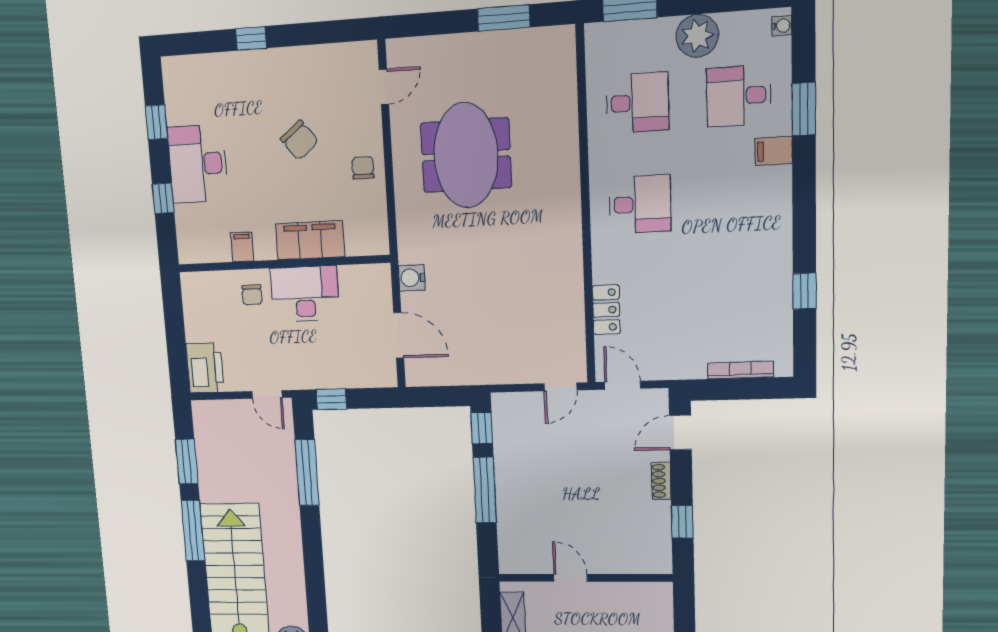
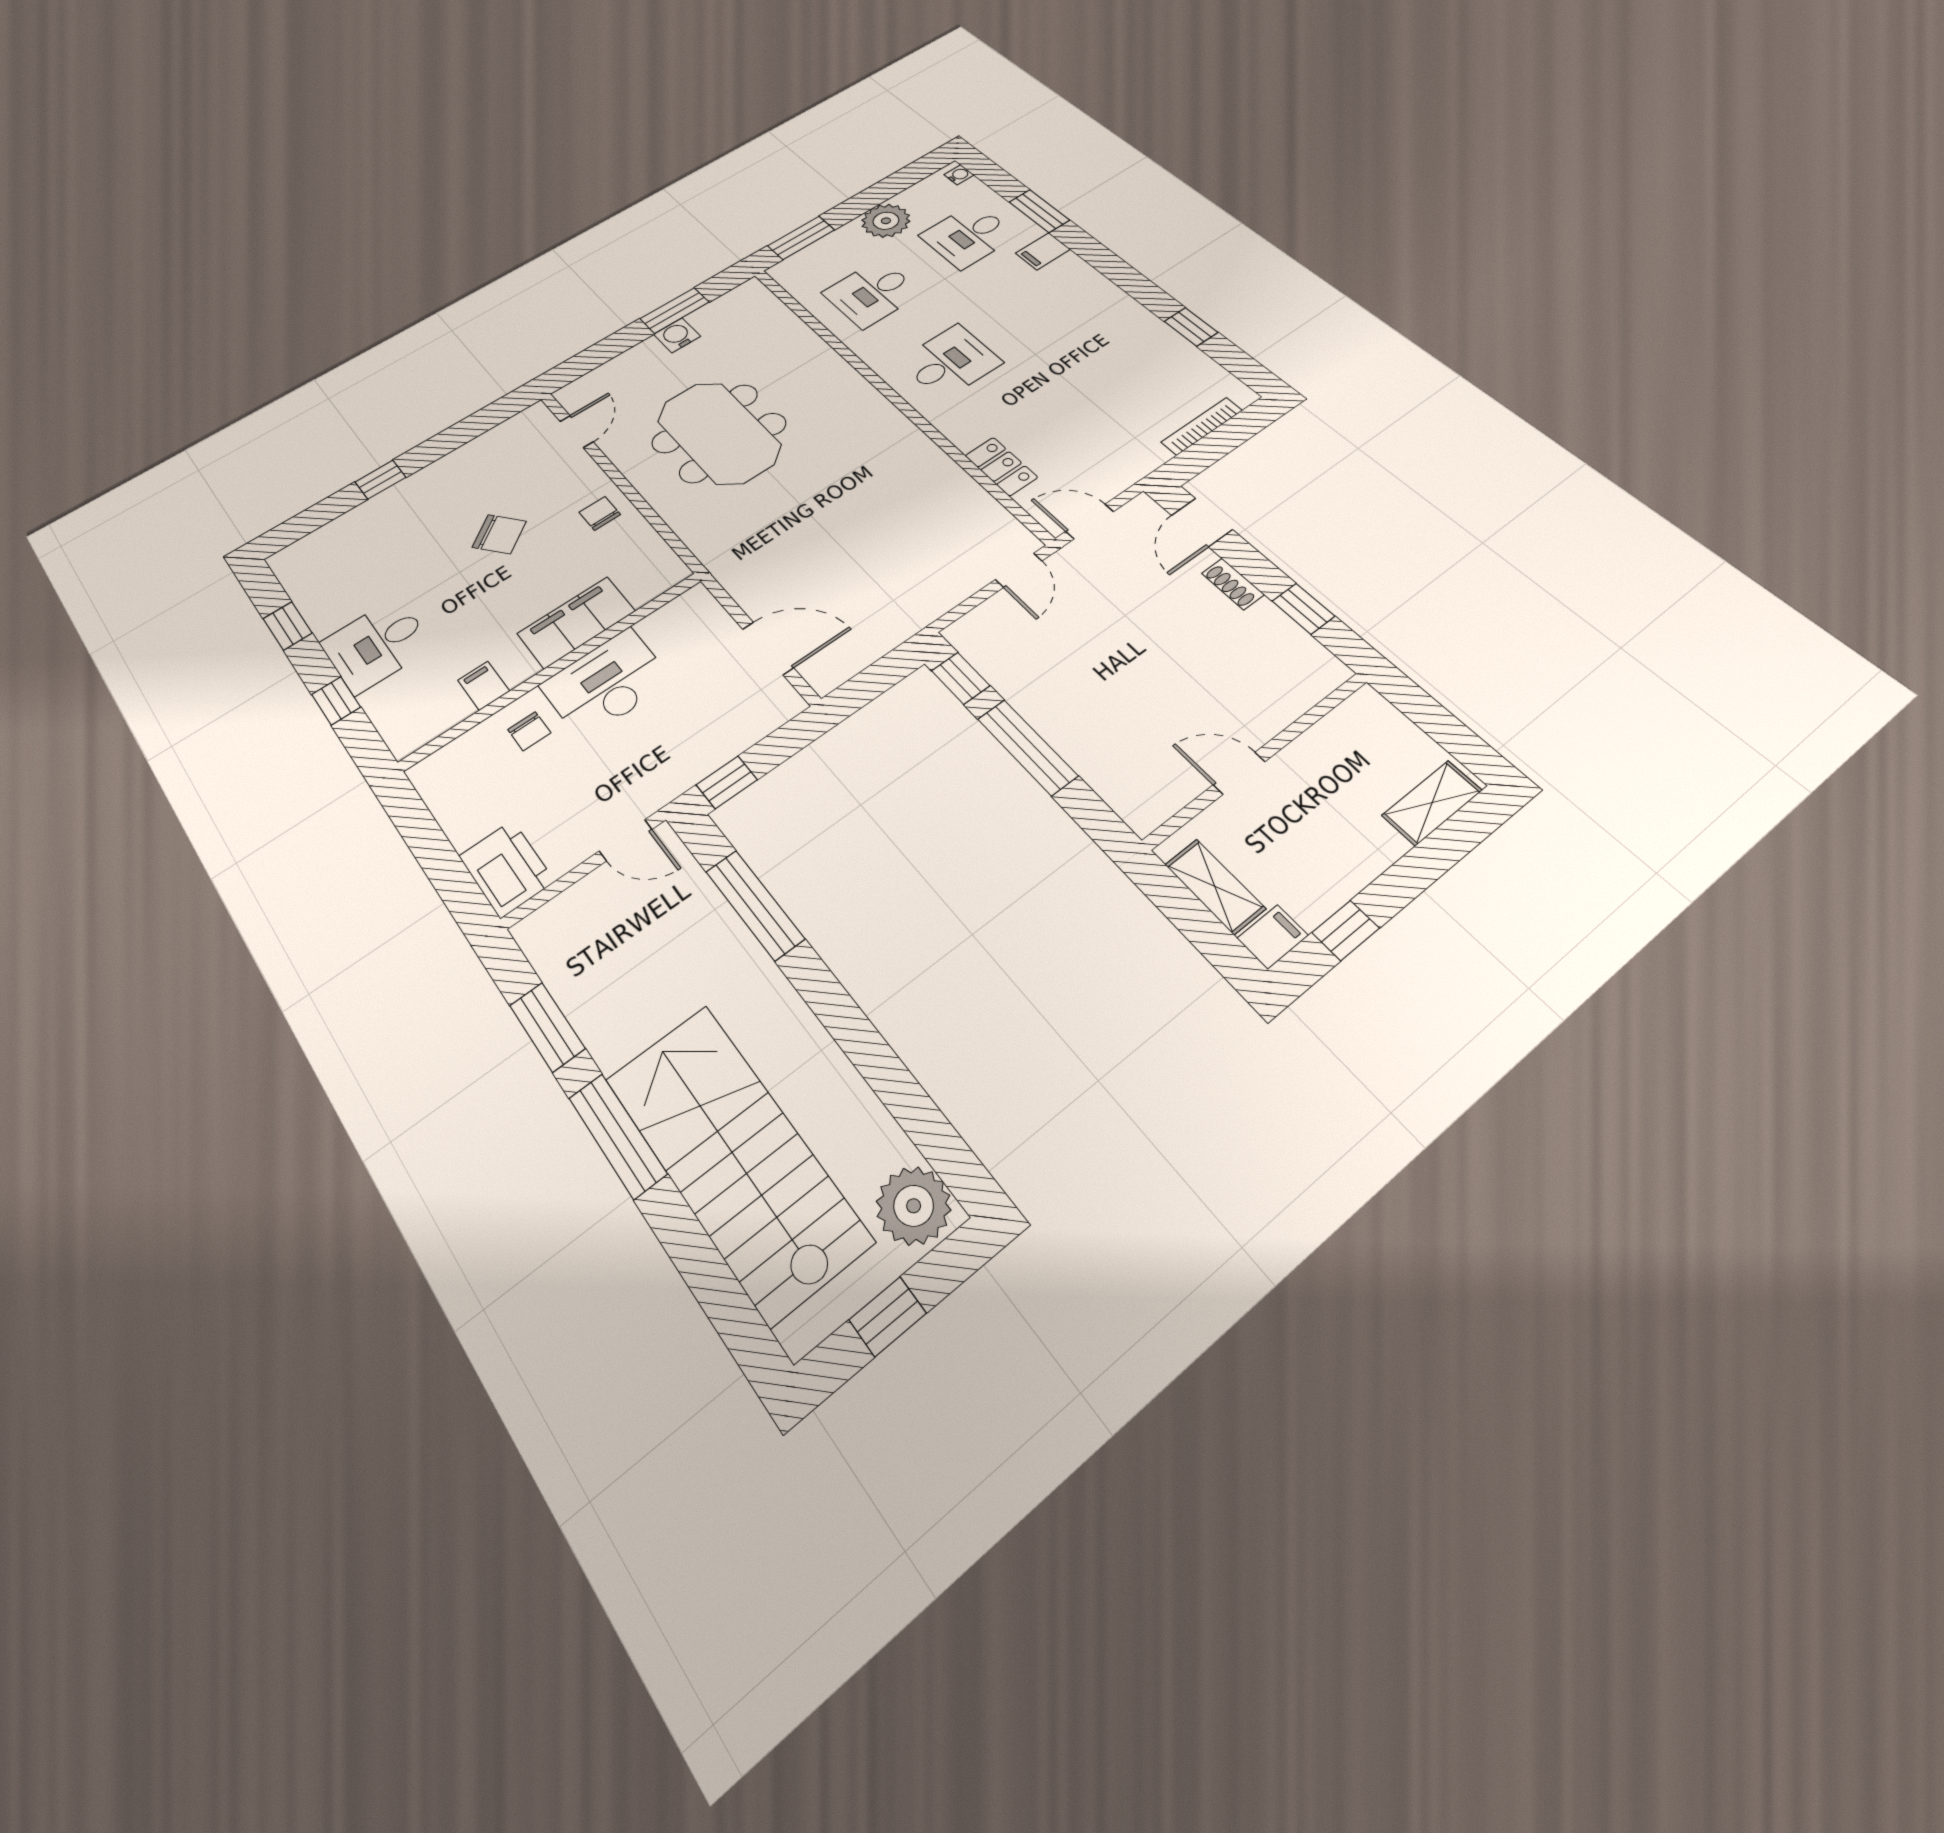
desk: (637, 103) -> (872, 293), turned 180
desk: (198, 164) -> (377, 645), width x0.73
water cooler: (412, 278) -> (677, 335), moved, turned 90

